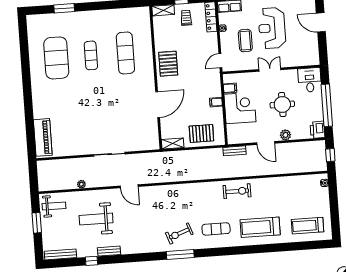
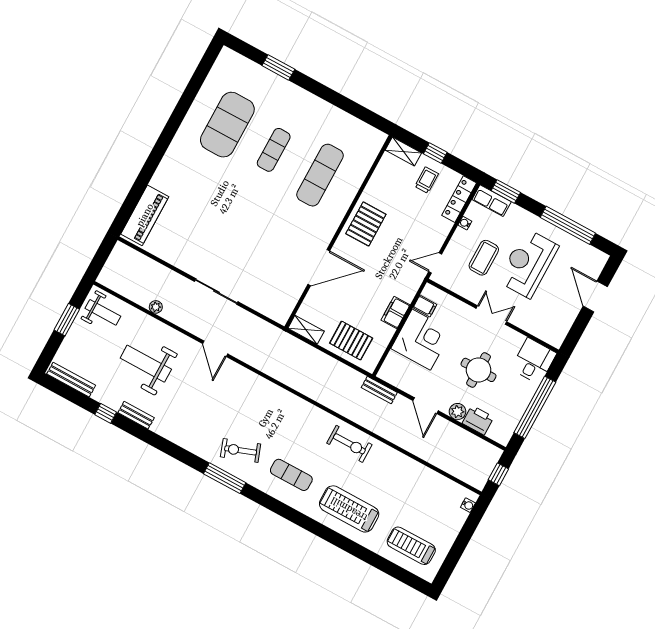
filing cabinet: (216, 102) -> (396, 312), width x2.00
printer: (317, 130) -> (478, 420), moved, turned 90

